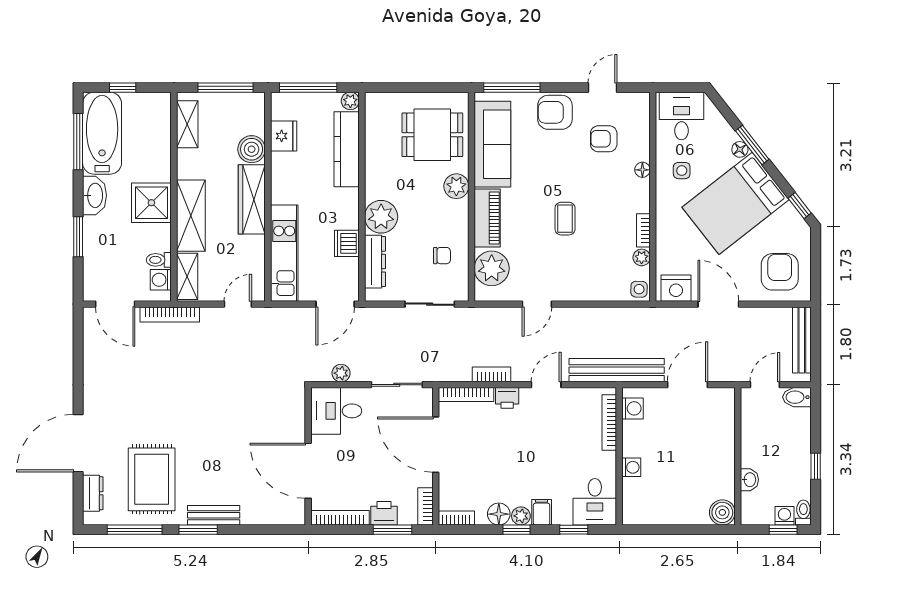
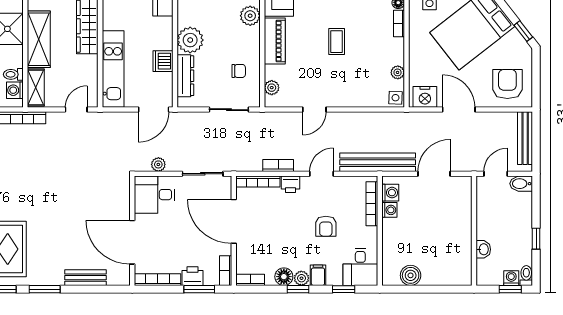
bookcase: (643, 230) -> (399, 23), moved
plant: (492, 268) -> (272, 88), width x0.53, depth x0.53
armchair: (551, 451) -> (326, 226), added
washing machine: (631, 467) -> (389, 210), moved
boiler: (722, 512) -> (411, 275), moved
bench: (214, 515) -> (86, 278), moved

